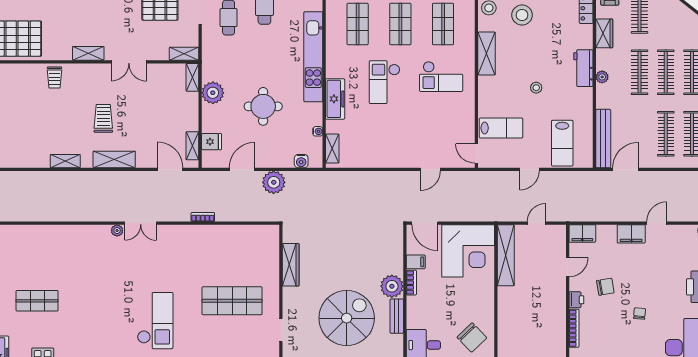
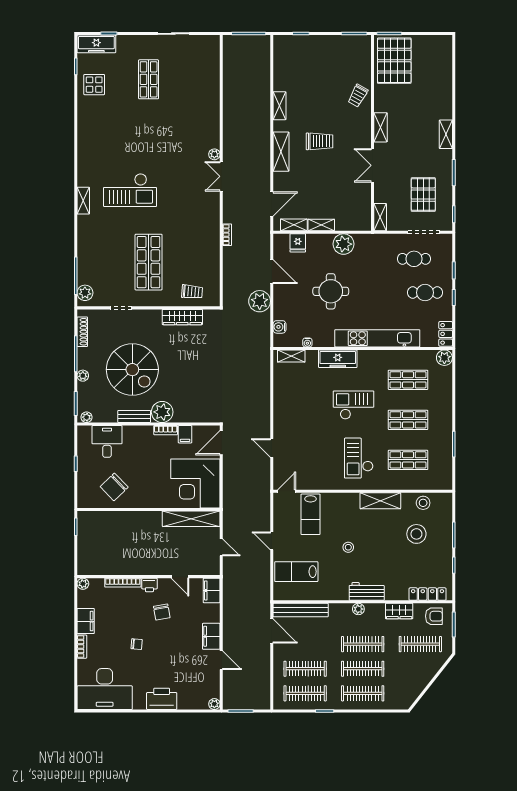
shelving: (192, 77) -> (321, 225), moved
trolley: (54, 78) -> (358, 96), turned -61
trolley: (264, 254) -> (192, 292), added

